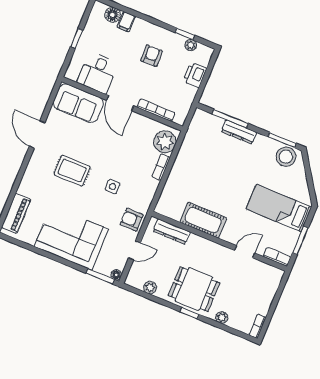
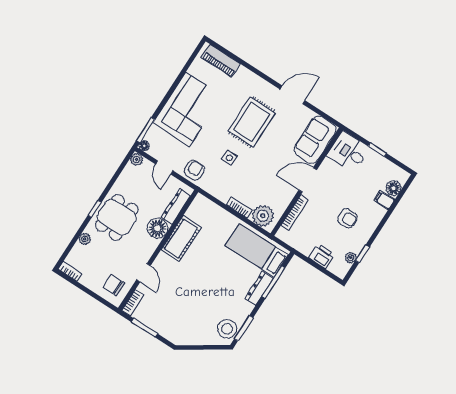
desk: (98, 73) -> (348, 152), moved
rug: (72, 171) -> (252, 122), width x1.36, depth x1.43
bed: (279, 208) -> (257, 250), moved, turned -90
floor lamp: (197, 246) -> (157, 228), added
chair: (263, 280) -> (114, 285), added
plant: (150, 288) -> (137, 159), moved

